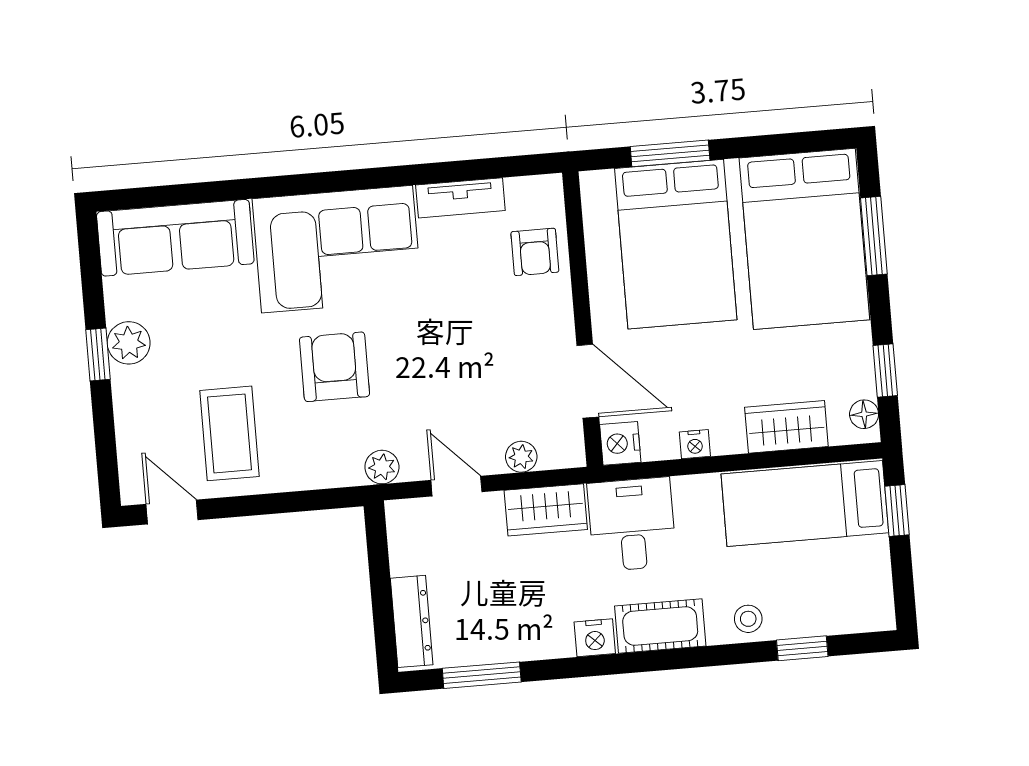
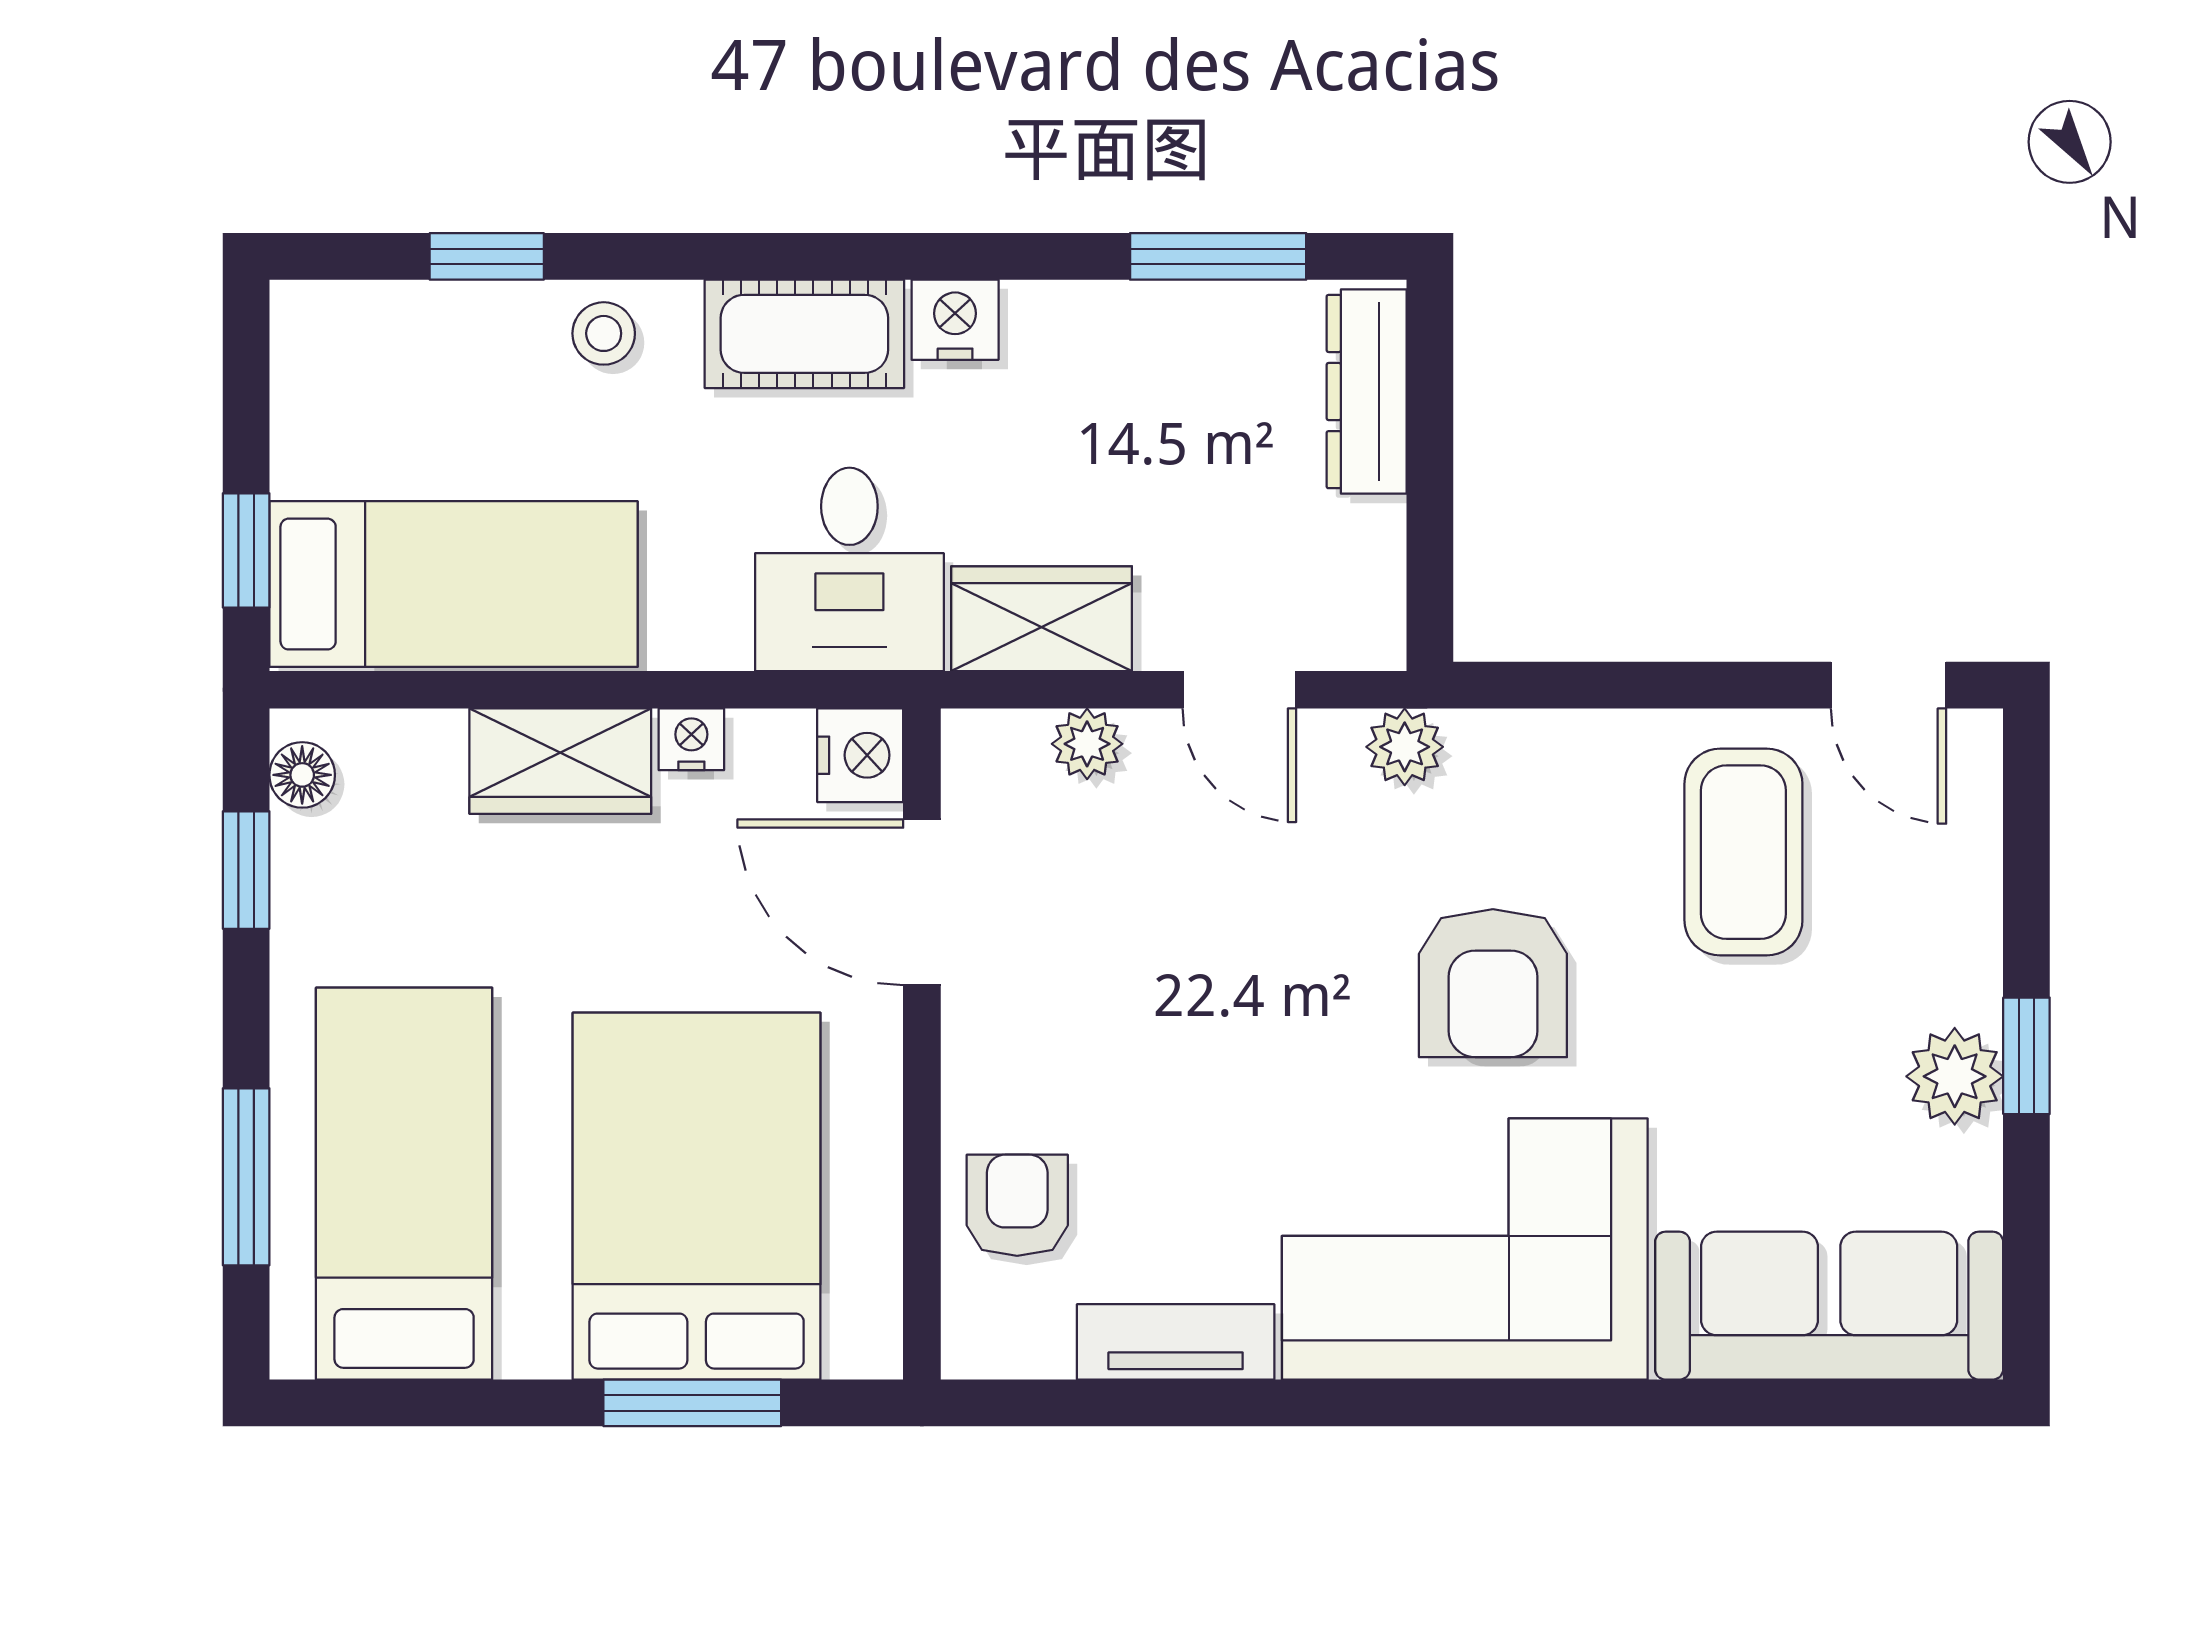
bed: (804, 239) -> (404, 1184), width x0.67
wardrobe: (786, 427) -> (560, 761), moved

